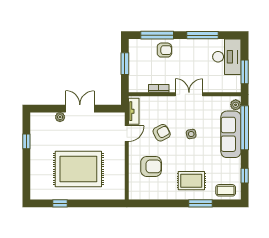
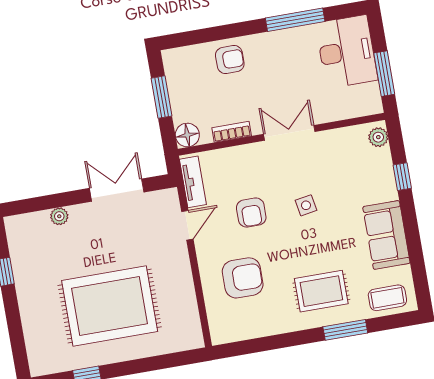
window: (157, 35) -> (211, 34), removed
floor lamp: (135, 86) -> (187, 135), added
double door: (80, 109) -> (117, 190), moved
window: (245, 128) -> (402, 177), width x0.32
armchair: (162, 133) -> (251, 212), turned 118
sofa: (231, 134) -> (386, 235), moved, width x0.73
window: (245, 176) -> (418, 265), removed

